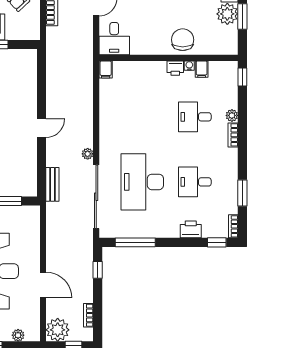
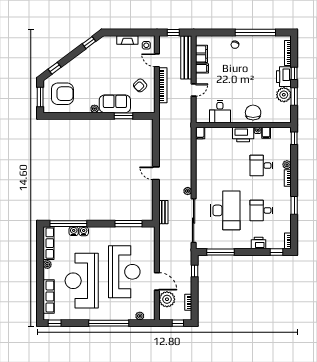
desk: (114, 39) -> (220, 112), moved
printer: (175, 68) -> (243, 134), width x1.87, depth x1.48
door: (42, 128) -> (156, 173), swing flipped
desk: (142, 182) -> (225, 210), turned 180
window: (242, 193) -> (294, 205), moved
plant: (58, 330) -> (167, 299), moved

